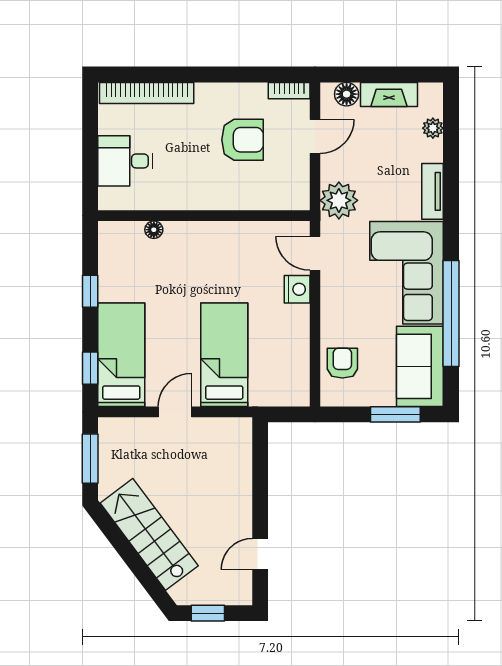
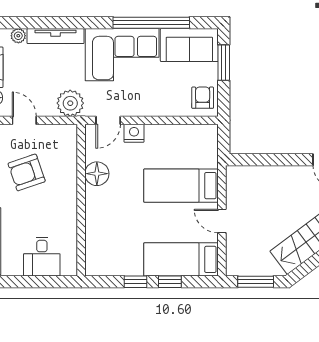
armchair: (243, 140) -> (27, 172), turned -109
tv unit: (432, 191) -> (55, 36), width x1.41
floor lamp: (154, 230) -> (97, 174), moved, width x1.89, depth x1.89
armchair: (342, 363) -> (203, 98), moved, turned 90
window: (90, 368) -> (170, 282), moved

